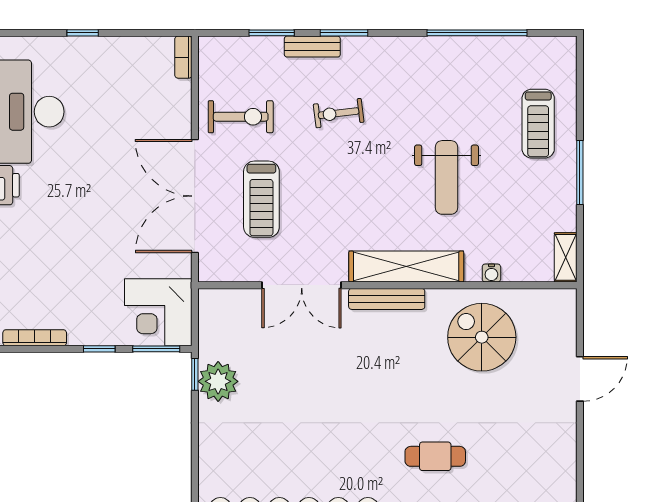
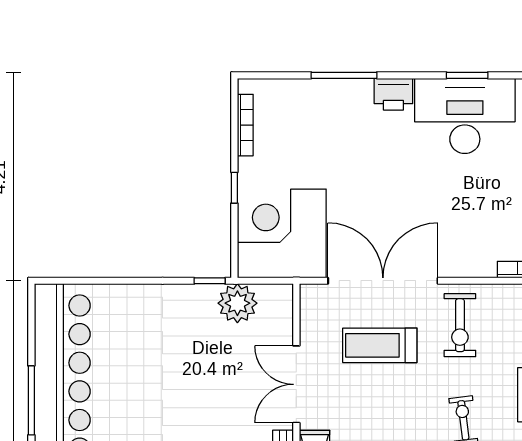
corner desk: (158, 312) -> (282, 233), width x1.36, depth x1.36
window: (156, 349) -> (234, 243), removed
plant: (218, 381) -> (237, 303), moved

